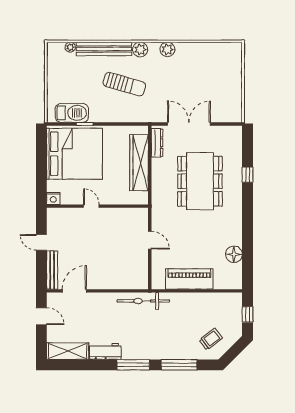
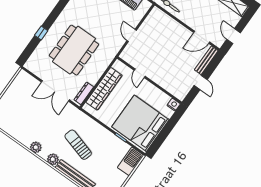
barbecue: (72, 113) -> (131, 161), moved, turned 90
door: (91, 206) -> (140, 73), moved

